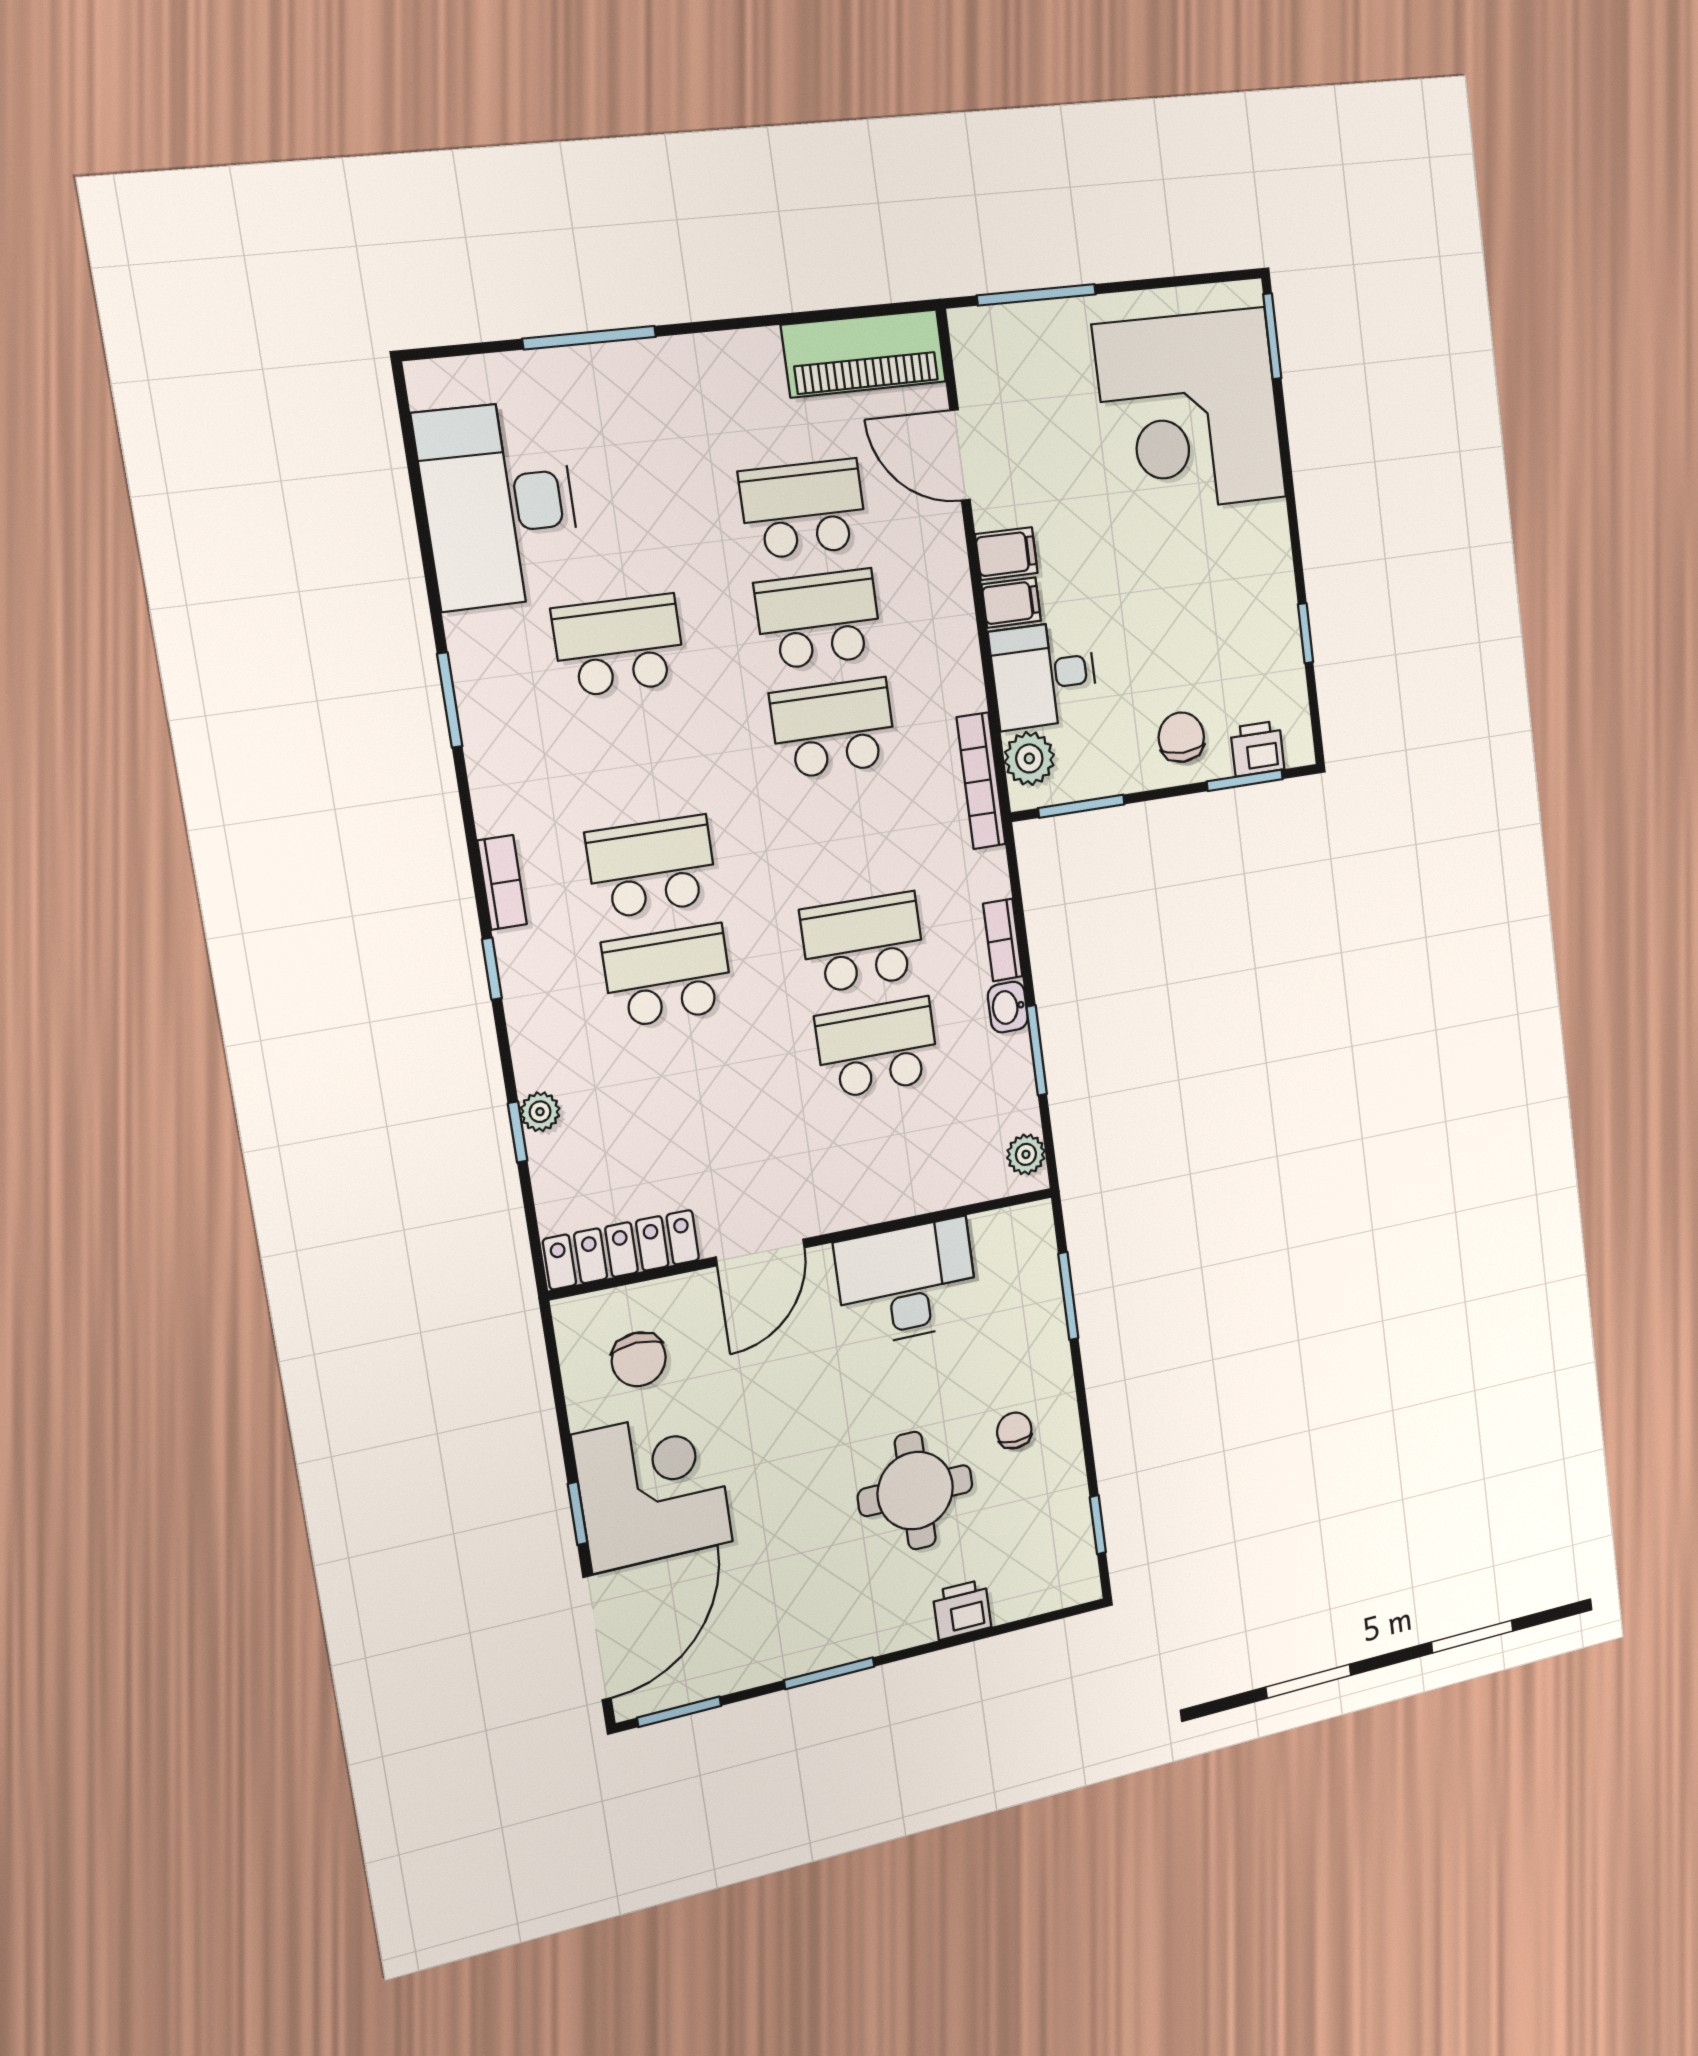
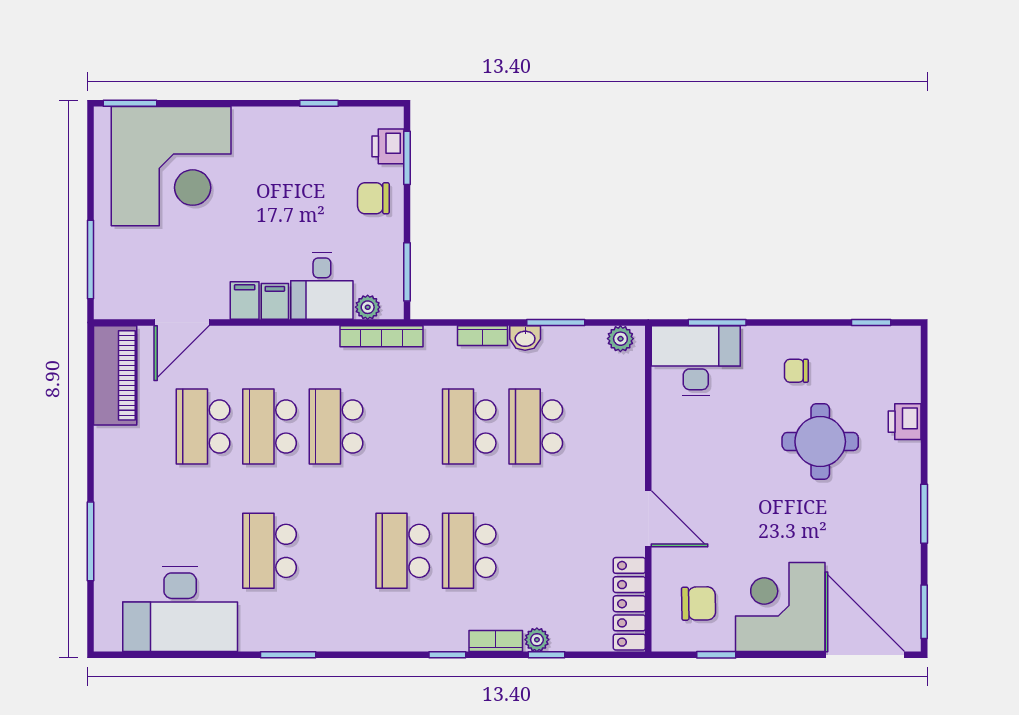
plant: (1029, 758) -> (368, 307), width x0.73, depth x0.73
bookcase: (502, 882) -> (496, 641), moved
desk: (907, 1283) -> (696, 361), moved, turned 90
window: (578, 1513) -> (716, 655), moved

